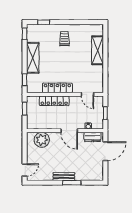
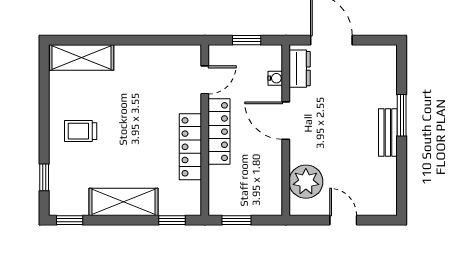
shelving: (98, 50) -> (81, 57), moved
locker: (54, 101) -> (219, 132), moved
door: (69, 131) -> (286, 121), swing flipped
door: (25, 170) -> (343, 220), moved

